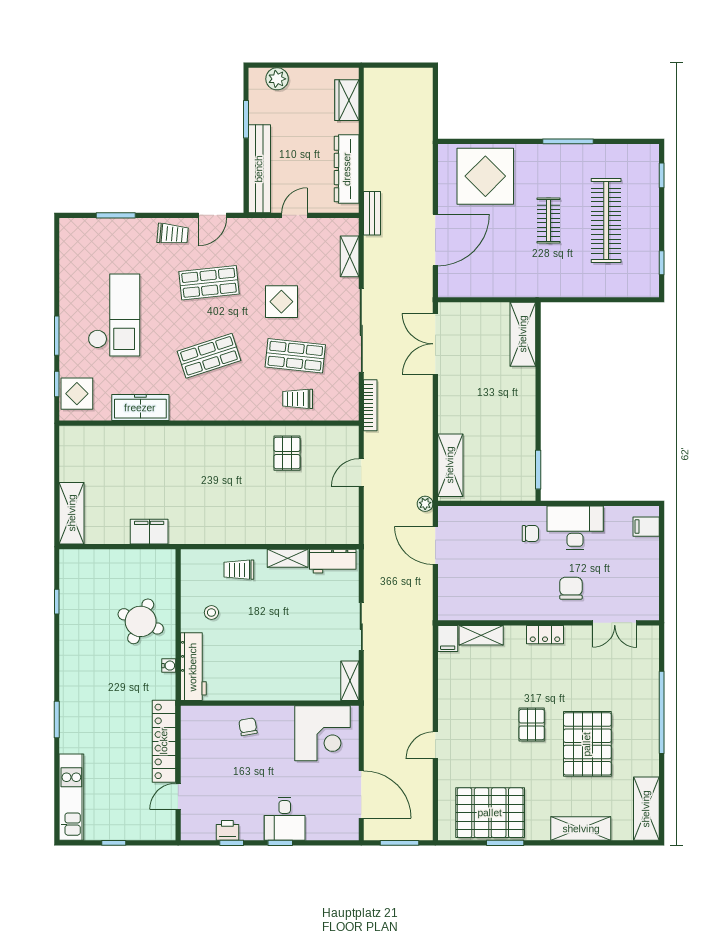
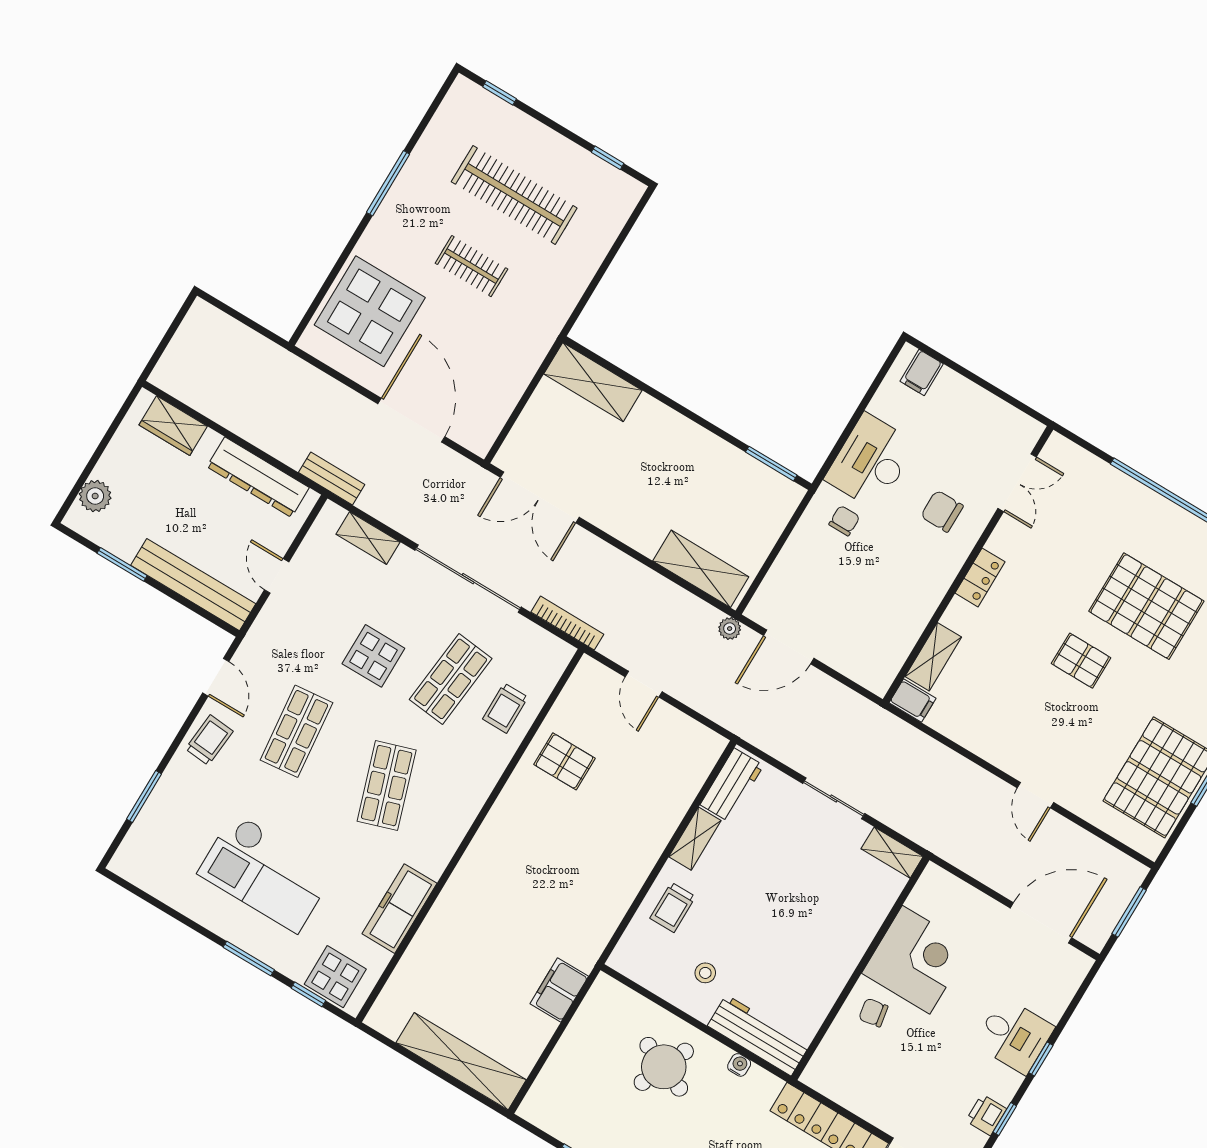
checkout: (114, 315) -> (266, 873), turned 180
shelving: (72, 513) -> (461, 1061), width x1.47
corner desk: (323, 733) -> (916, 960), moved

